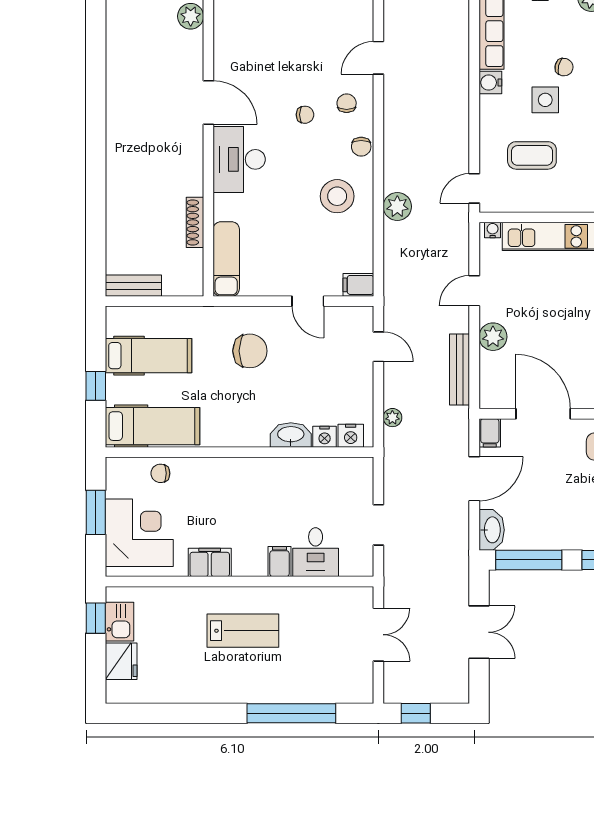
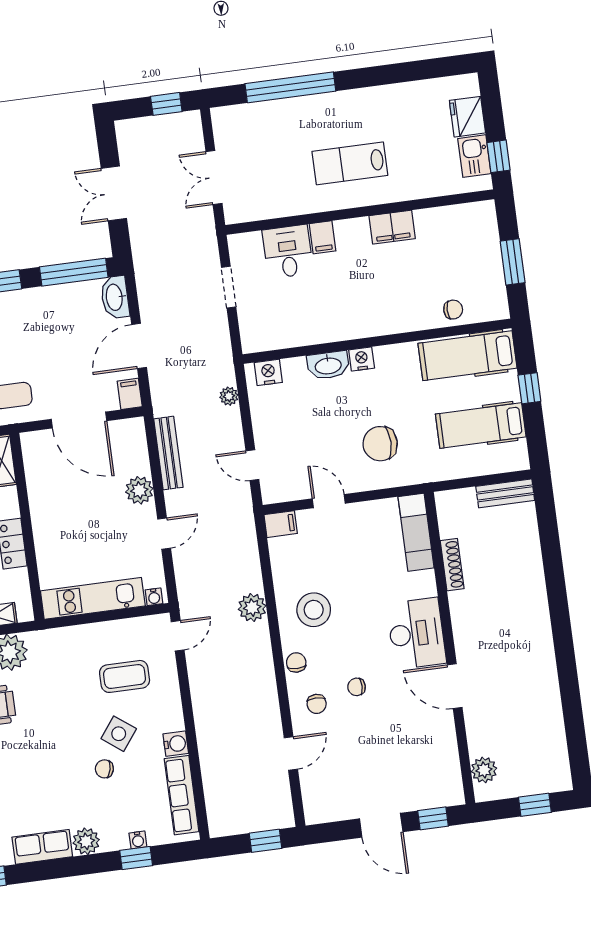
side table: (545, 100) -> (119, 734), turned 37
nightstand: (325, 437) -> (362, 359), moved
corner desk: (139, 533) -> (466, 247), removed

